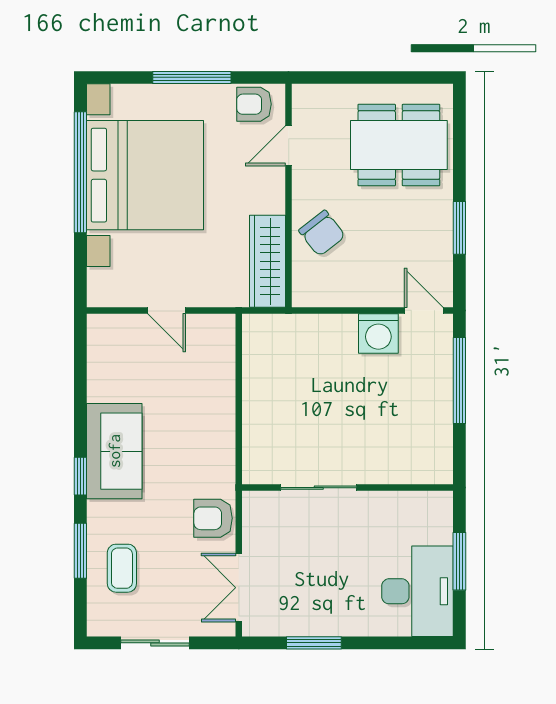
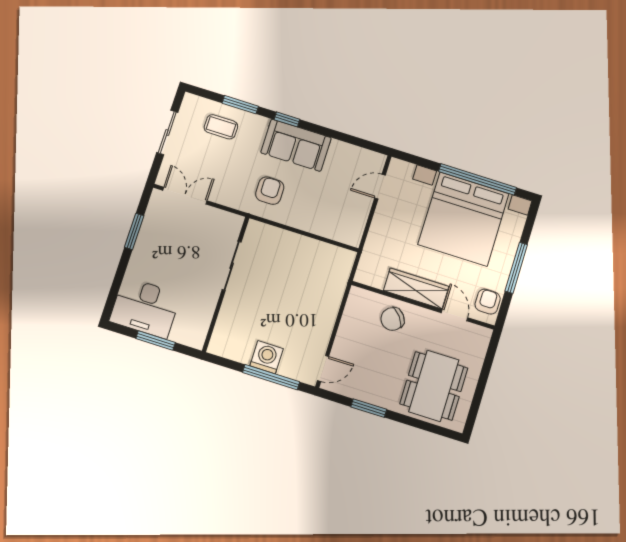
wardrobe: (268, 261) -> (416, 289), moved
door: (167, 310) -> (380, 187), moved
washing machine: (378, 333) -> (267, 357), moved, turned 90
armchair: (213, 518) -> (270, 191), moved

